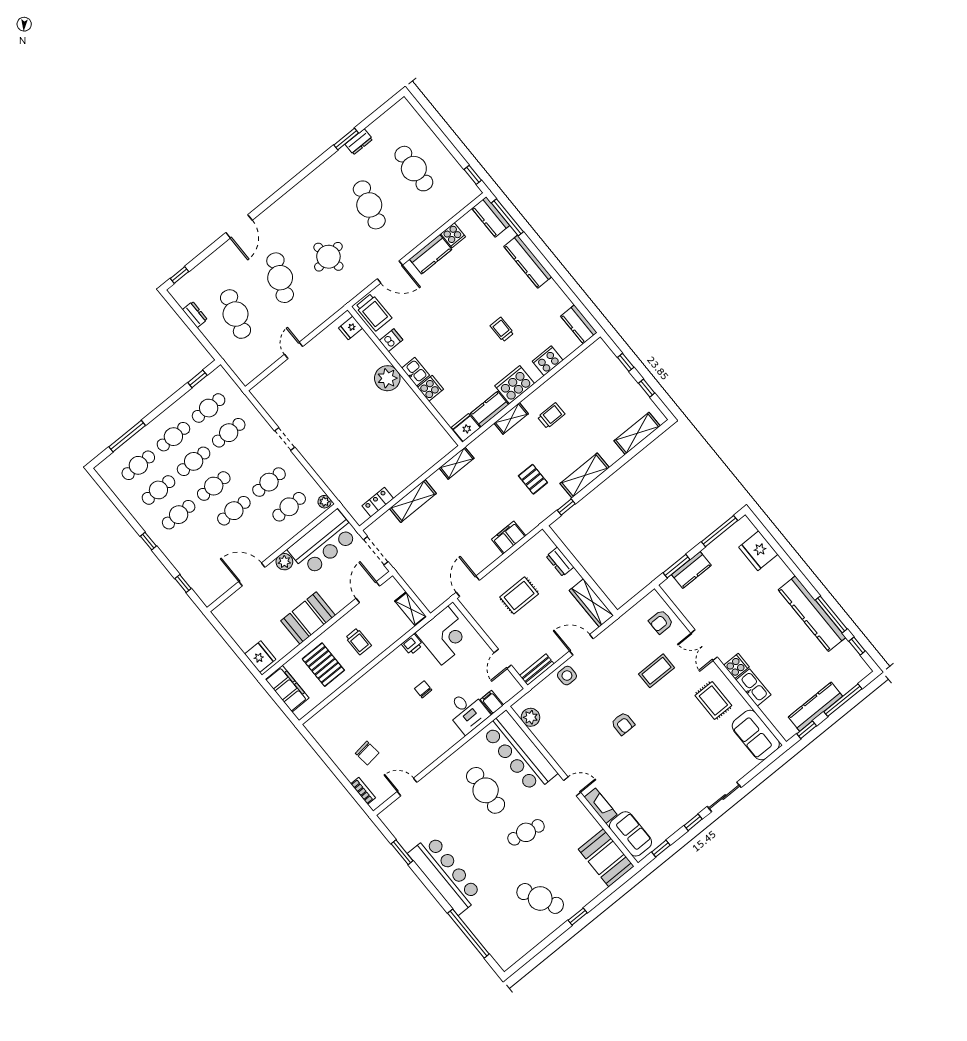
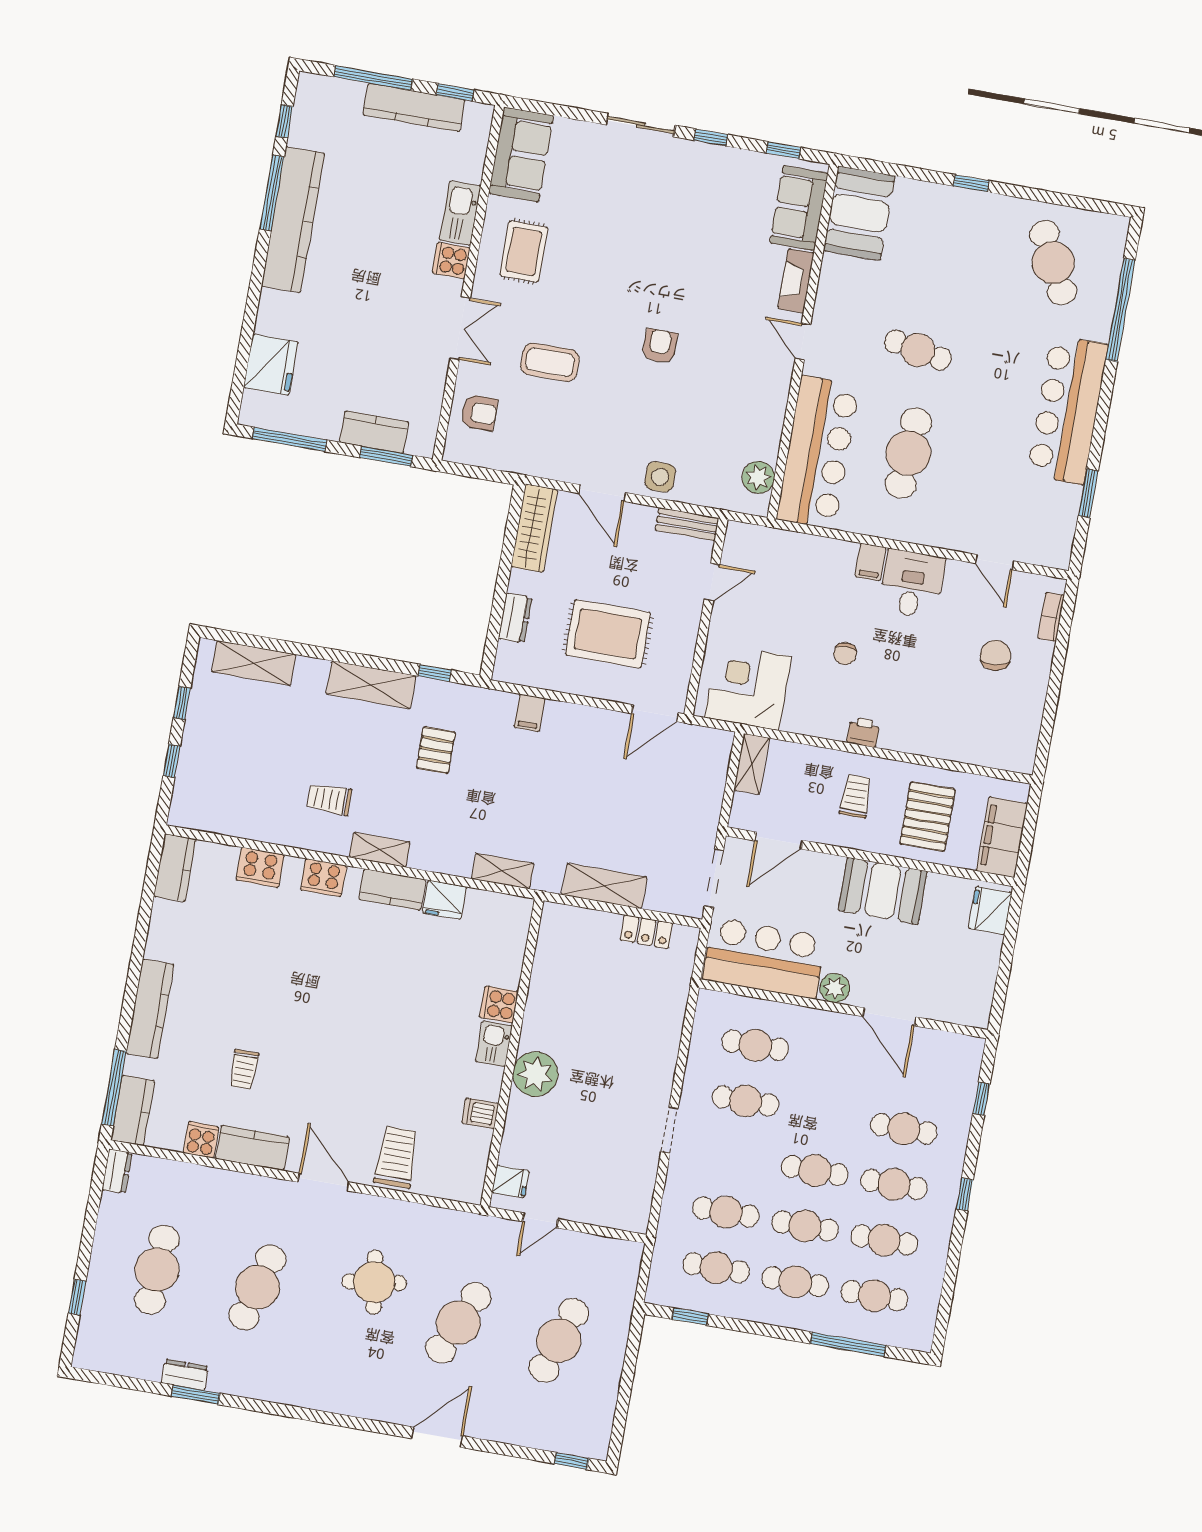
window: (473, 175) -> (77, 1297), moved
dresser: (195, 315) -> (117, 1171), moved, turned 180
fridge: (351, 328) -> (511, 1182), moved
trolley: (502, 329) -> (244, 1069), moved
dishwasher: (391, 340) -> (480, 1113), moved
kitchen sink: (416, 372) -> (494, 1044), moved
wall: (405, 376) -> (512, 1053), moved
plant: (387, 378) -> (535, 1074), moved
cooker: (515, 385) -> (323, 878), width x0.73, depth x0.76
cooker: (430, 388) -> (499, 1005), moved
plant: (324, 502) -> (708, 1004), removed
cafe table: (234, 511) -> (904, 1129), moved
filing cabinet: (509, 537) -> (530, 713), width x0.50
rug: (519, 595) -> (608, 634), width x1.36, depth x1.43
printer: (412, 644) -> (863, 732), moved
filing cabinet: (492, 702) -> (870, 562), moved
desk: (467, 712) -> (912, 584), moved
cafe table: (540, 898) -> (1053, 263), moved

